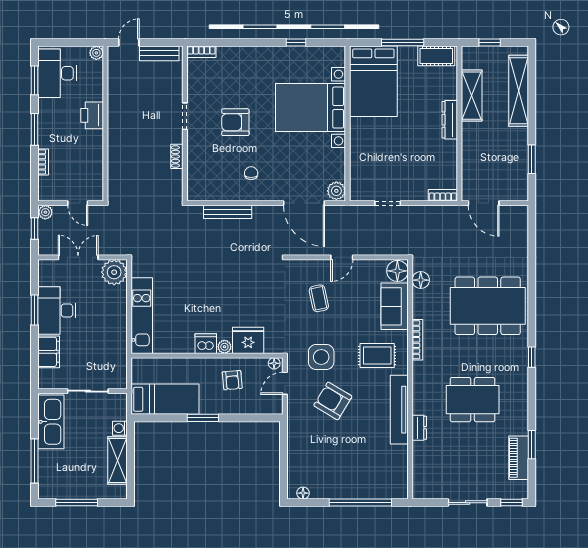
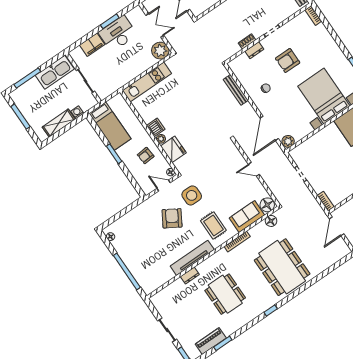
armchair: (235, 122) -> (288, 61), turned -90
dresser: (194, 155) -> (254, 50), added
coffee table: (319, 298) -> (223, 172), removed

